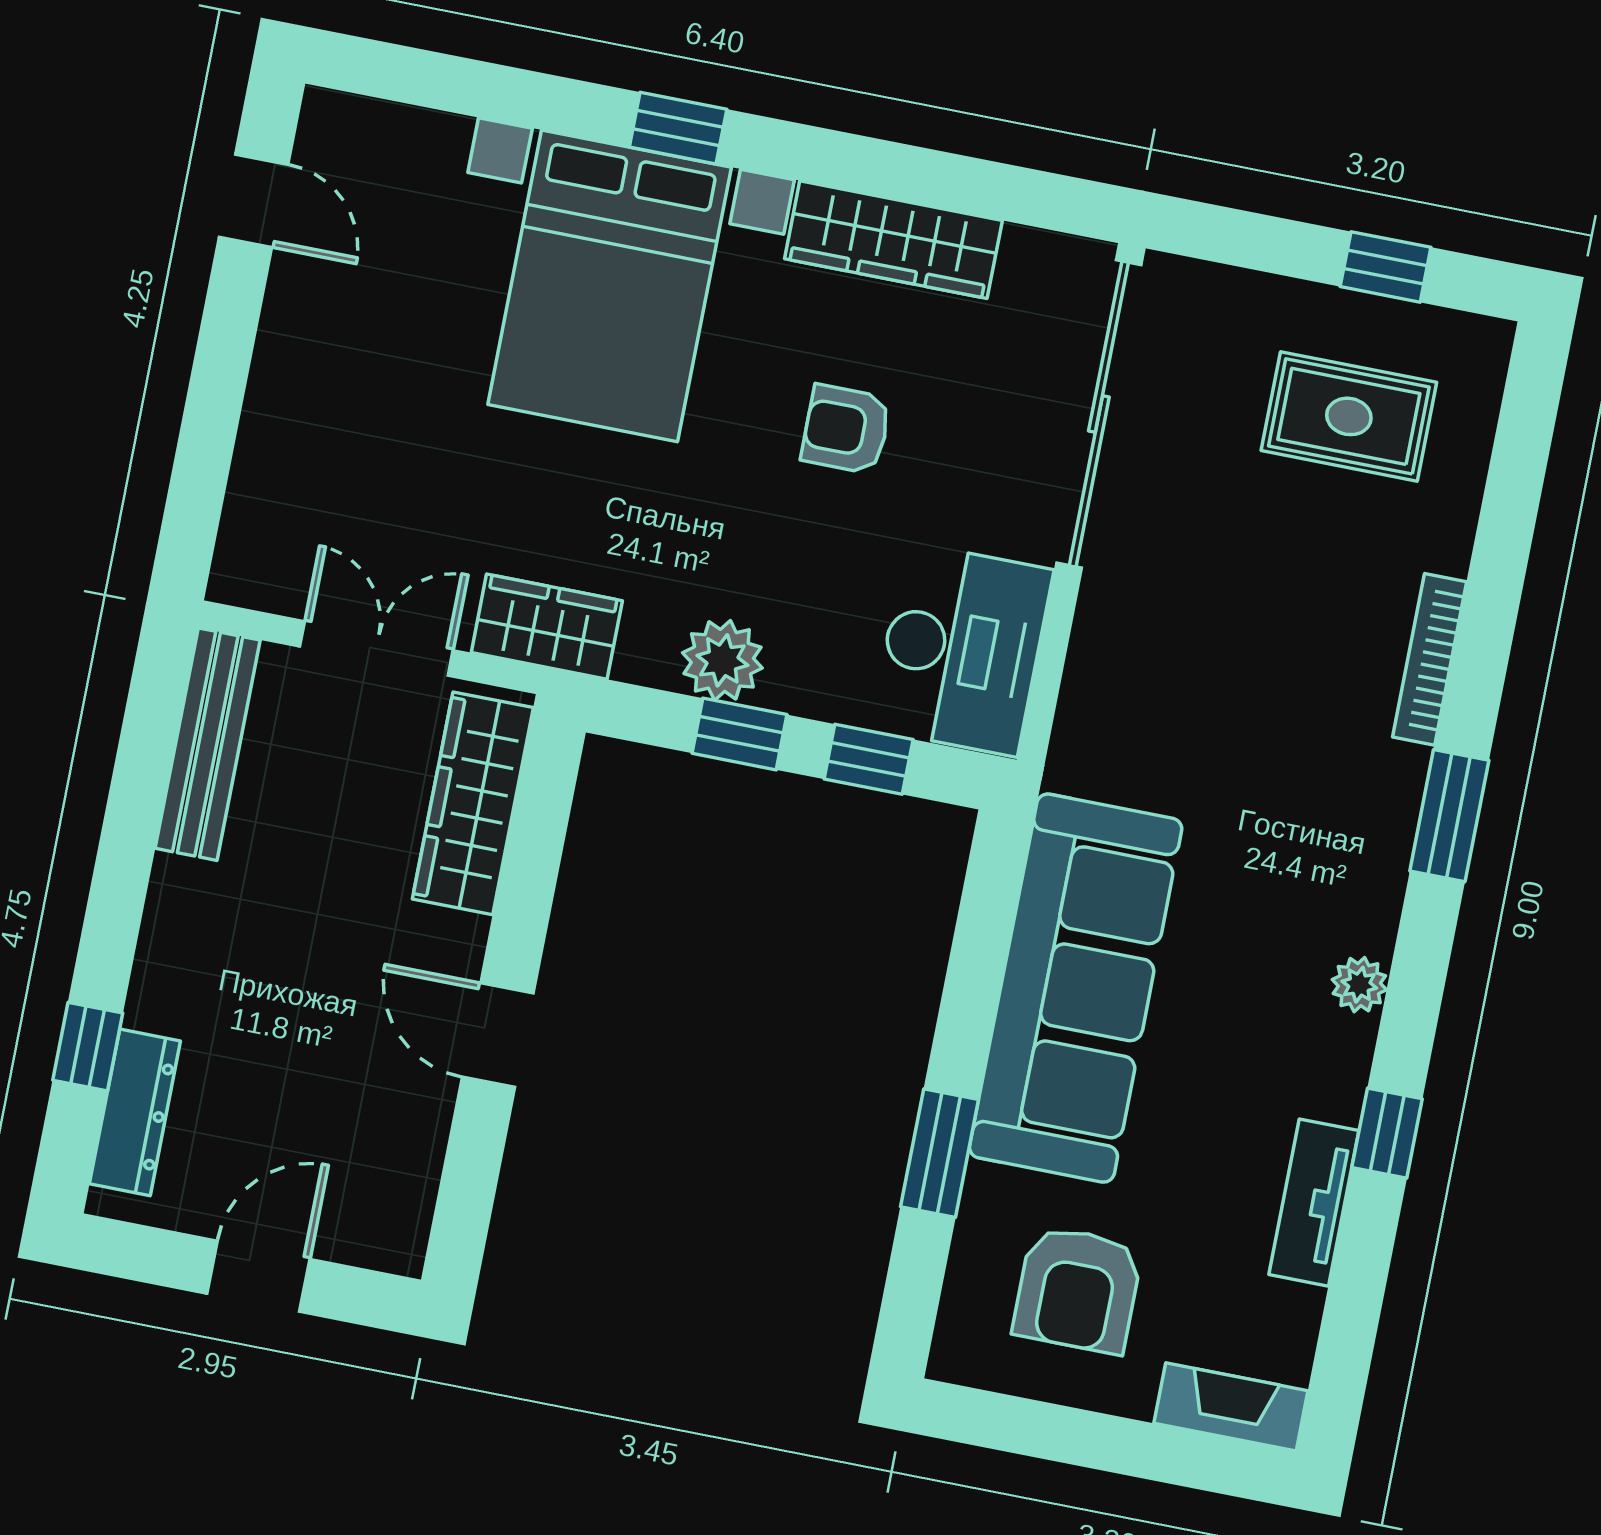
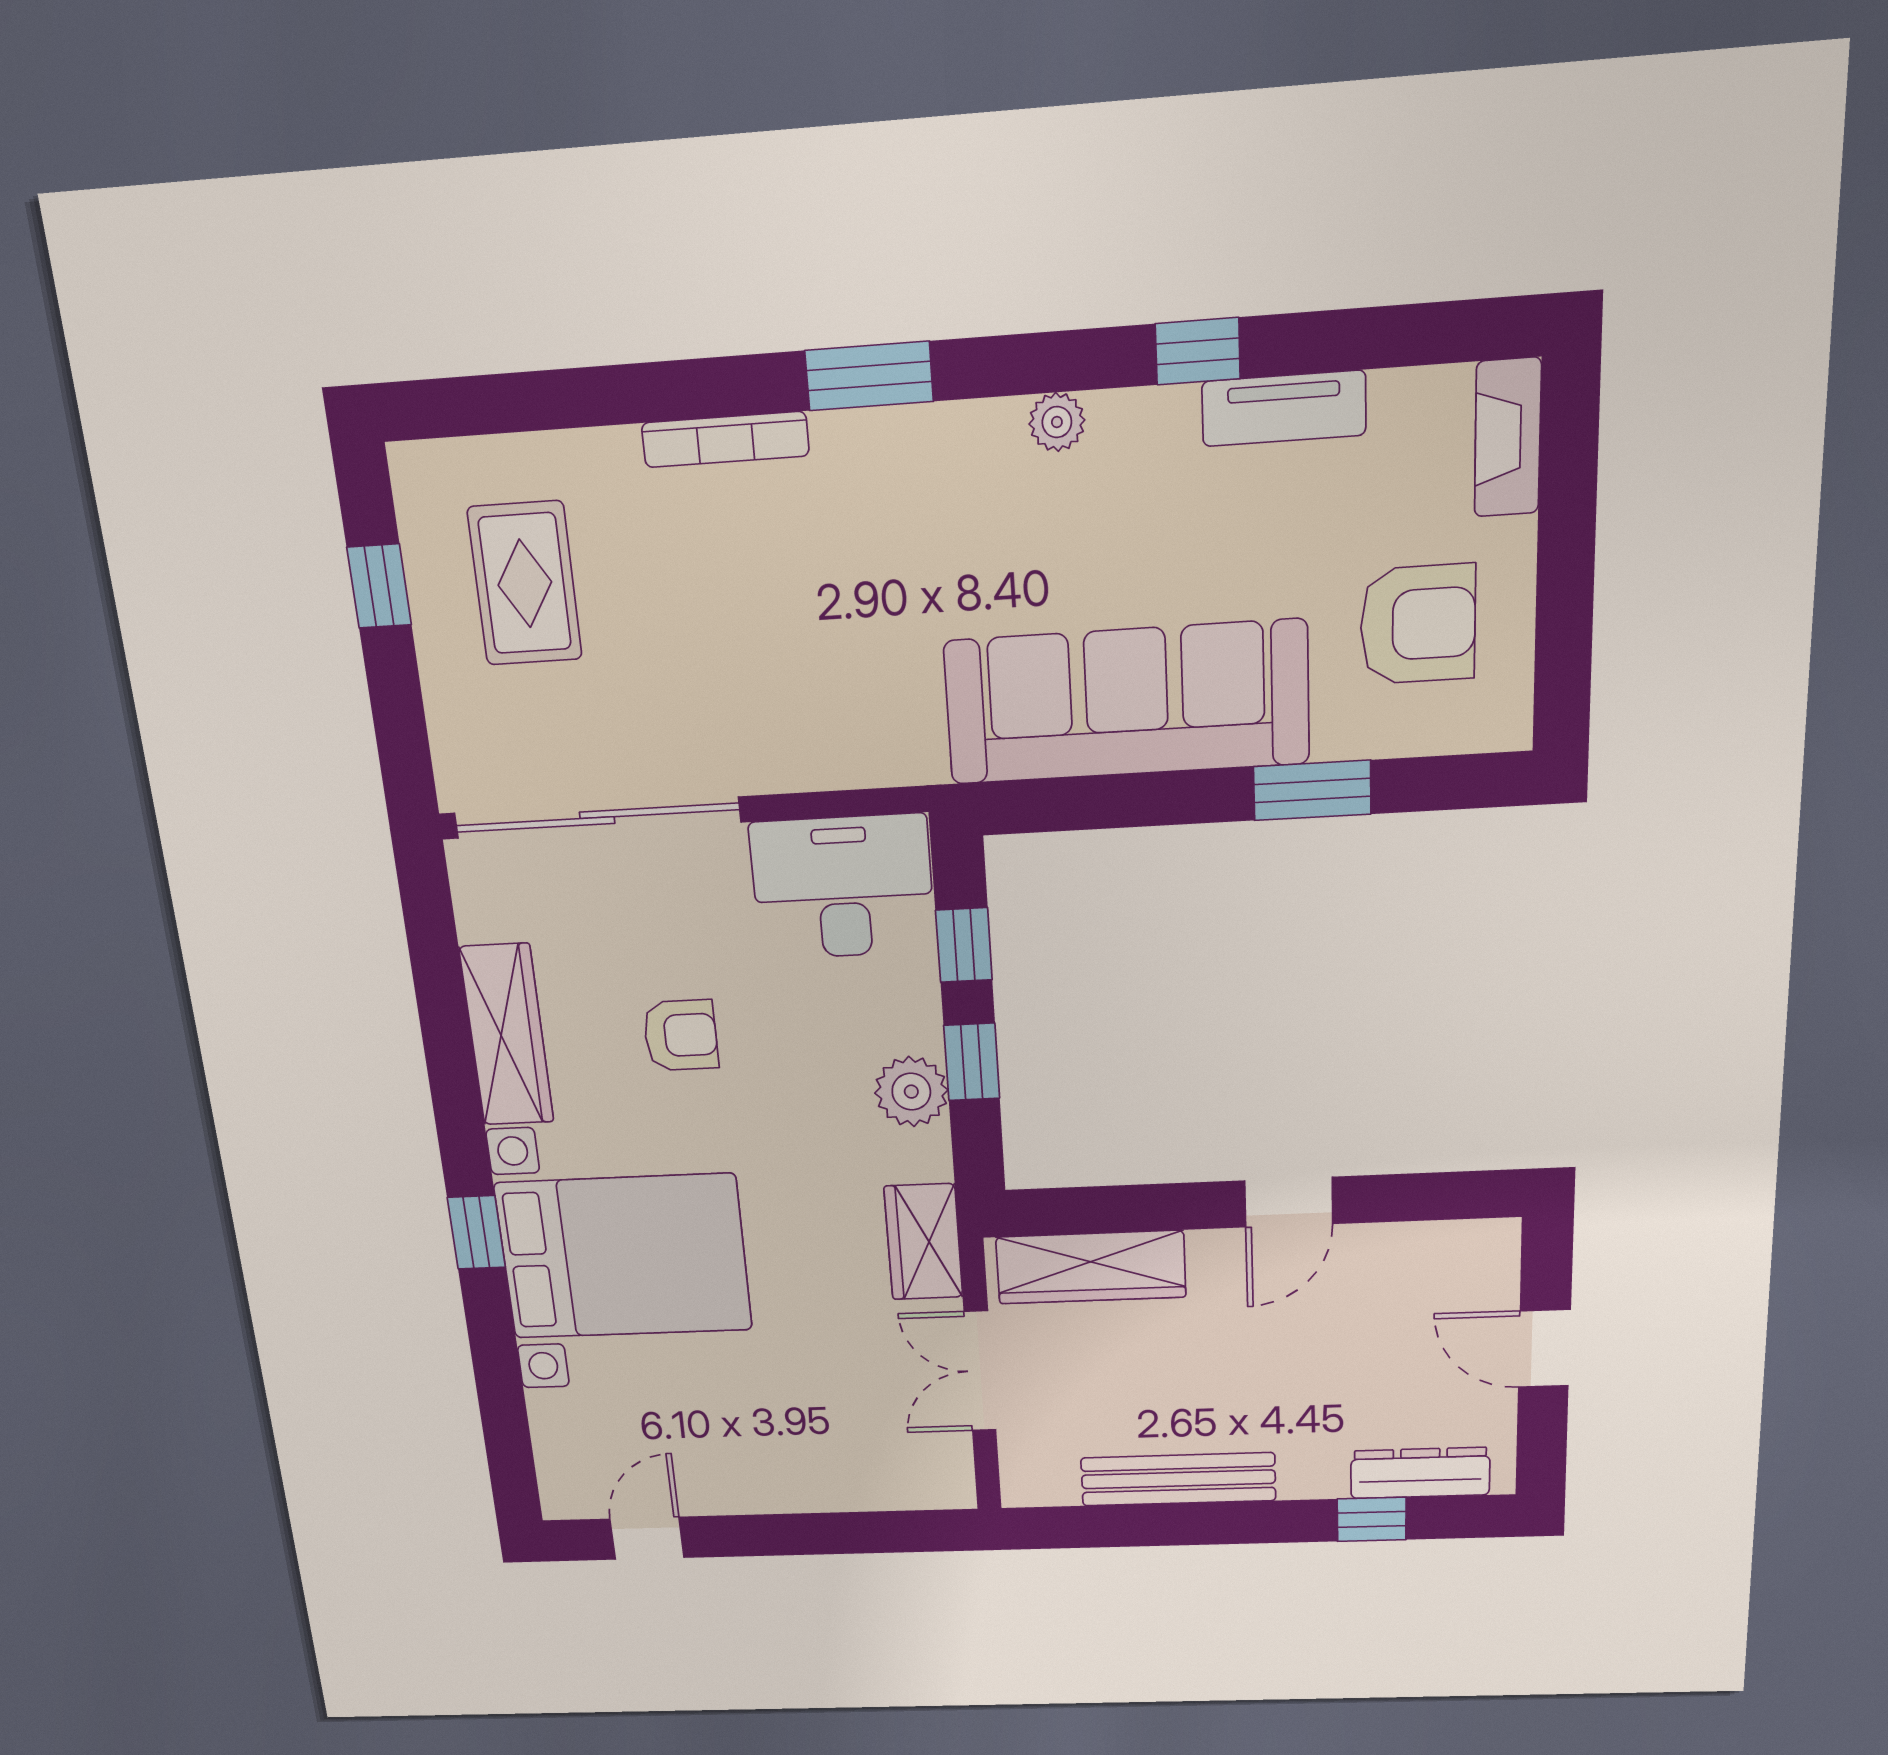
armchair: (846, 429) -> (681, 1035), turned -90
bench: (208, 744) -> (1178, 1479), moved

